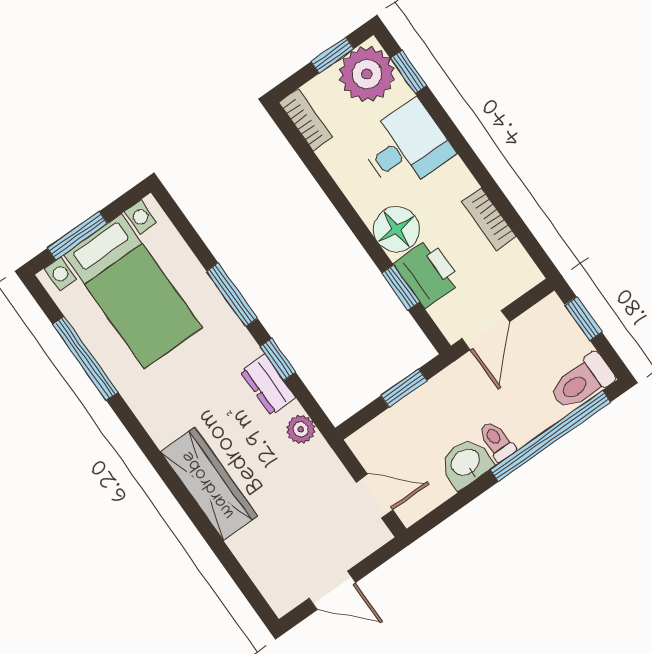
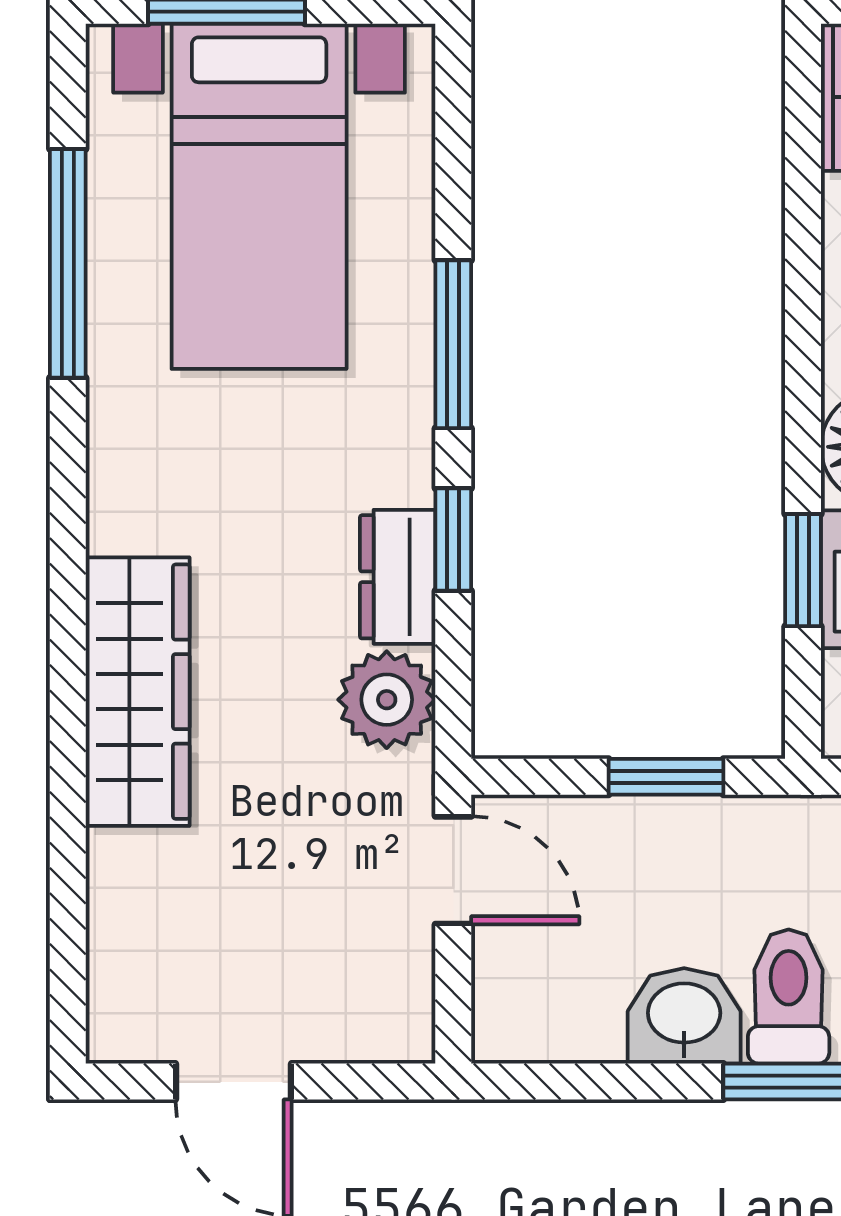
plant: (301, 429) -> (387, 700), width x1.38, depth x1.38
toilet: (497, 441) -> (789, 997), width x1.37, depth x1.39
door: (374, 496) -> (453, 870), moved

